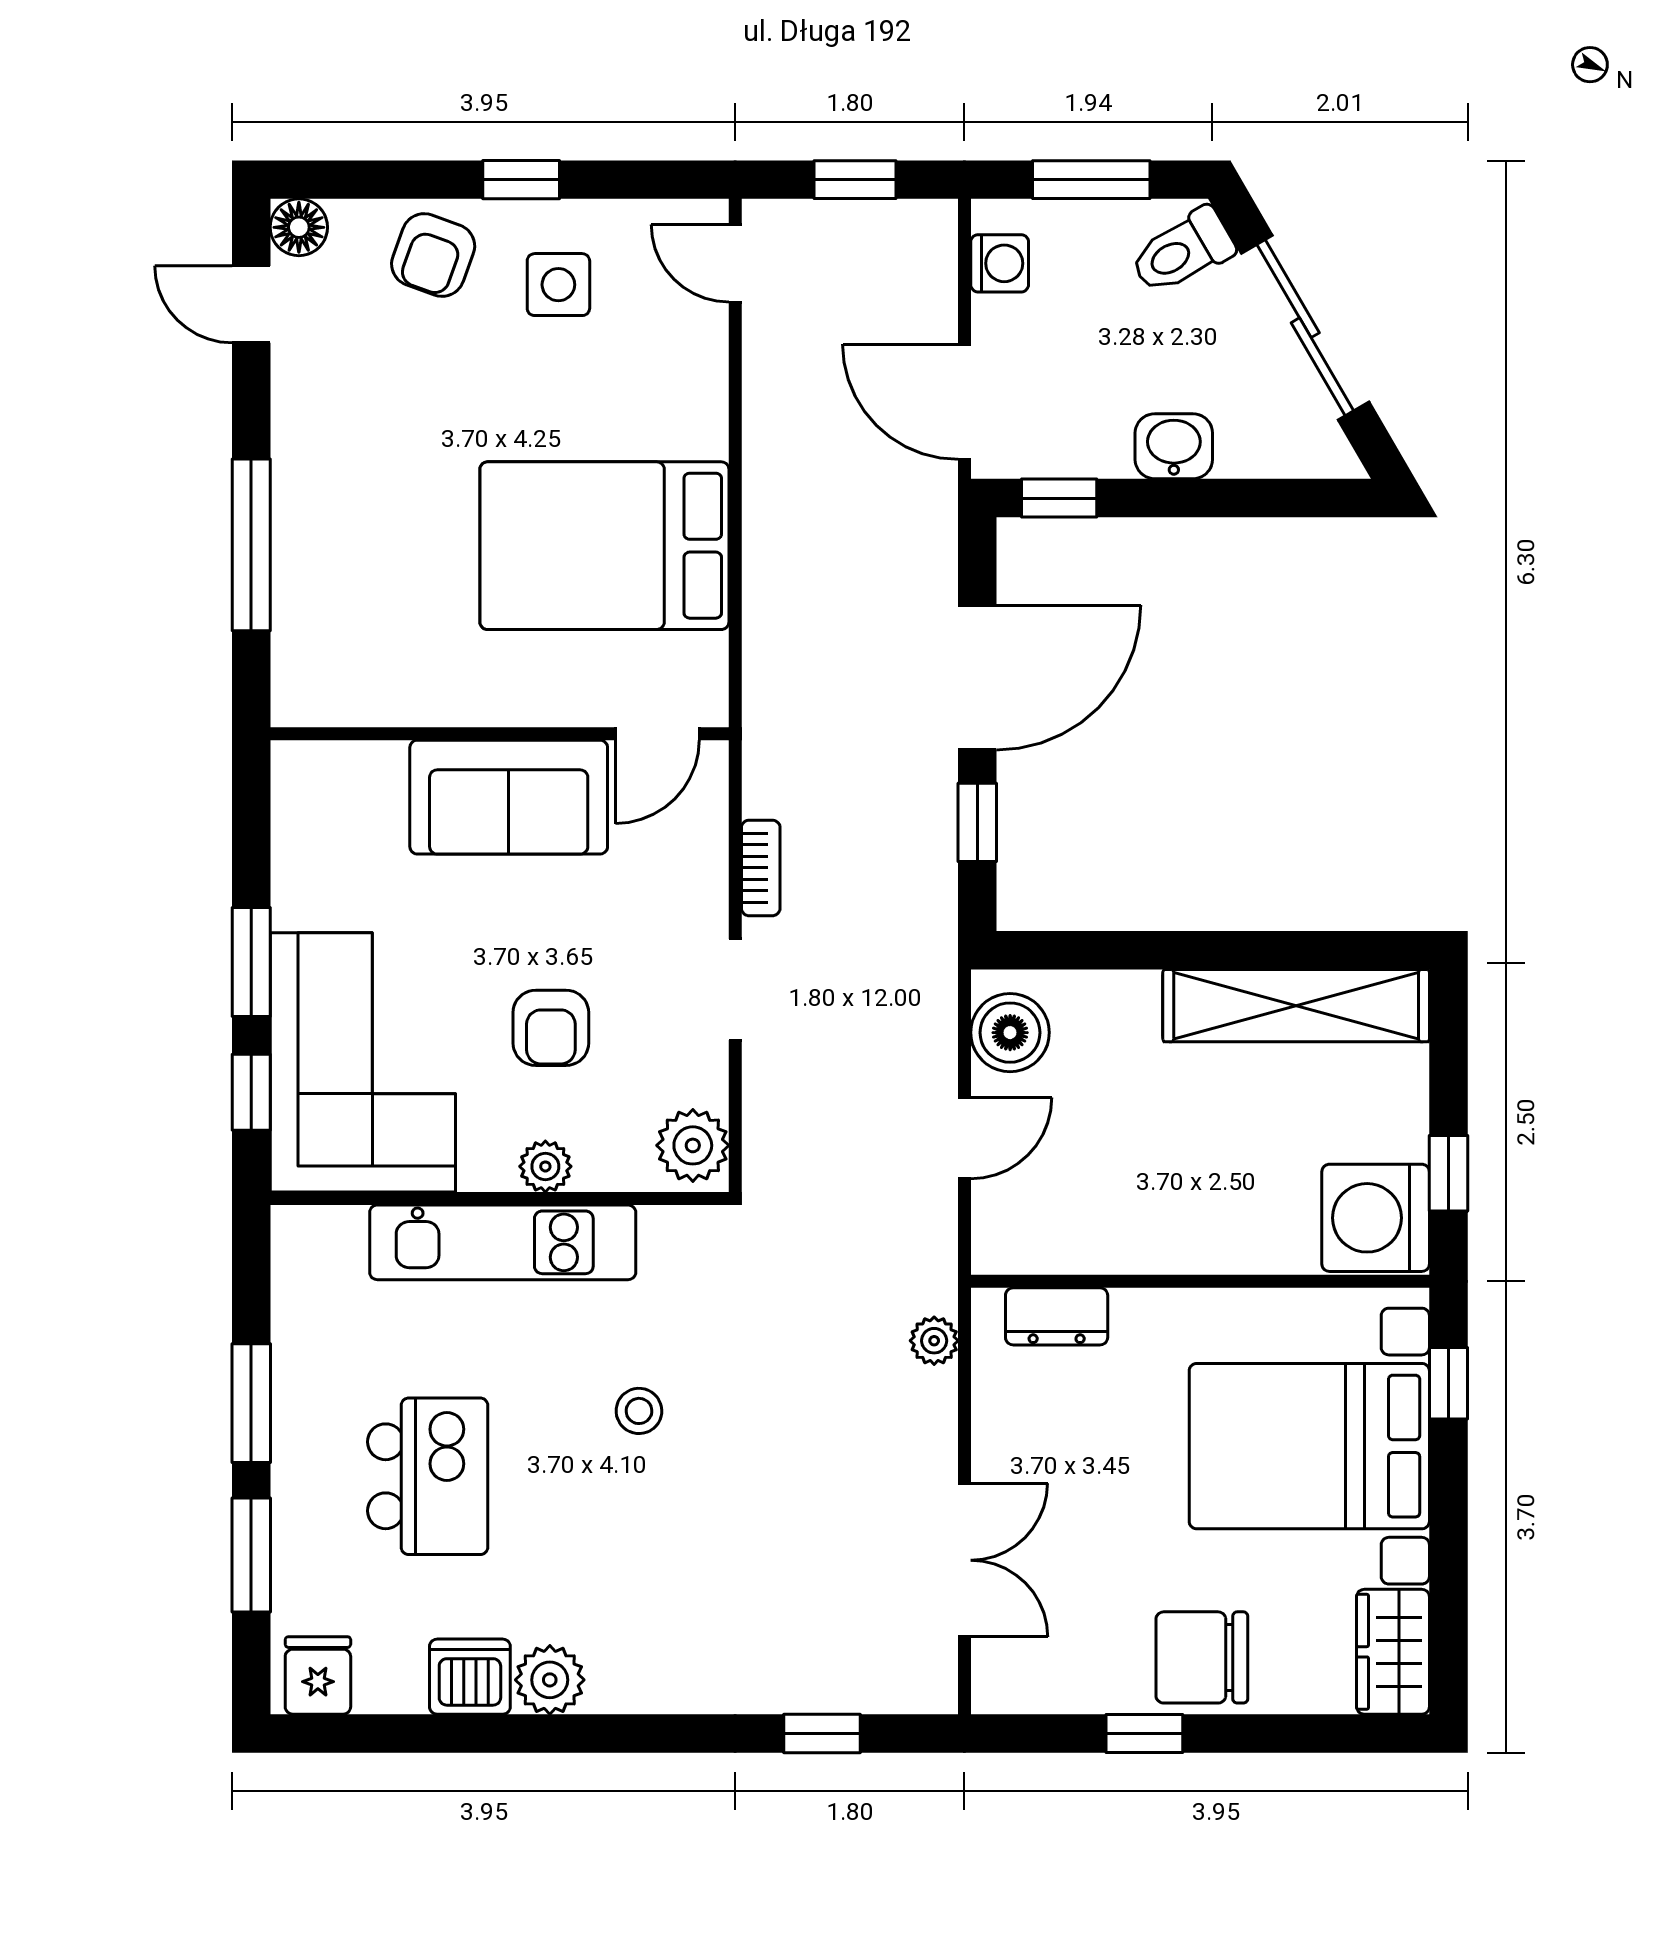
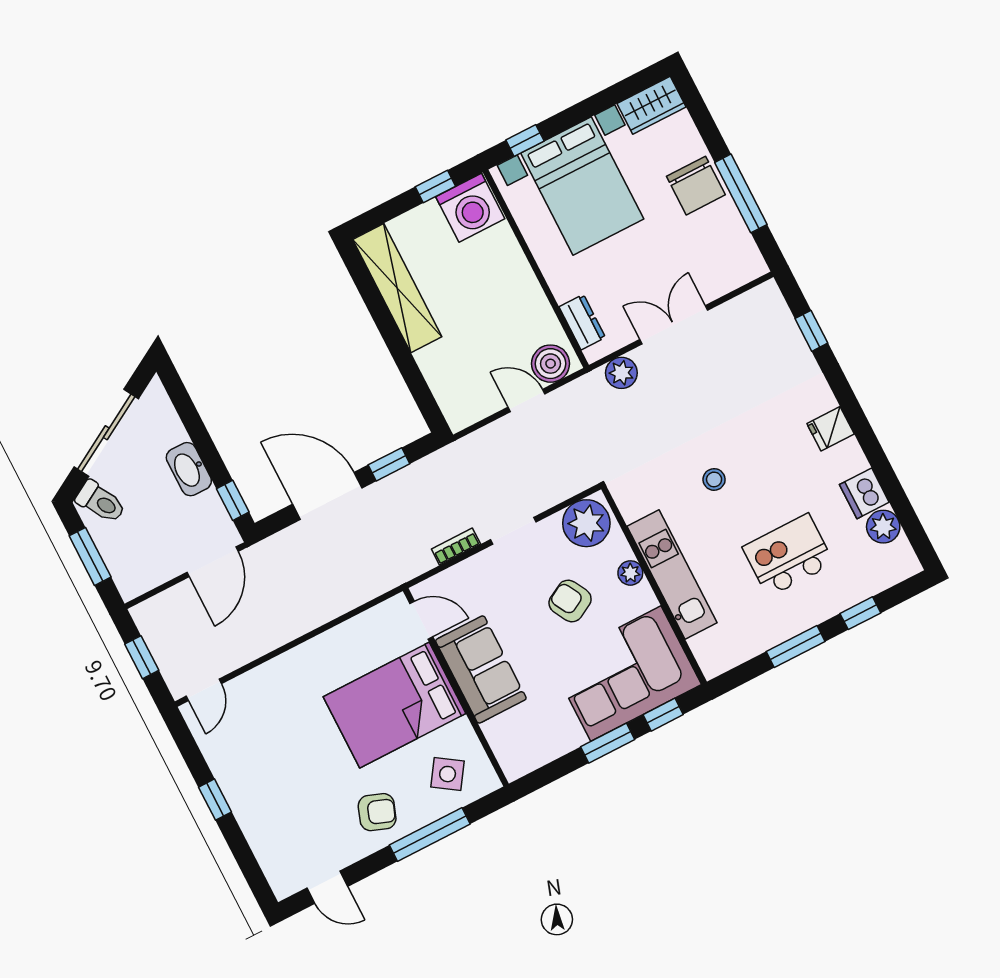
floor lamp: (299, 227) -> (284, 884), removed
armchair: (433, 255) -> (377, 812), moved
washing machine: (1000, 263) -> (146, 577), removed
side table: (558, 285) -> (448, 774), moved, turned 34
door: (251, 304) -> (327, 887), hinge flipped
washbasin: (1174, 446) -> (189, 469), width x1.38
bed: (604, 546) -> (395, 705), moved, turned 90
armchair: (551, 1028) -> (570, 601), turned -119
boiler: (1010, 1033) -> (551, 364), moved
plant: (693, 1145) -> (586, 523), width x1.36, depth x1.36
plant: (934, 1341) -> (621, 373), width x1.38, depth x1.38
window: (251, 1555) -> (860, 613), width x0.67
double door: (964, 1560) -> (674, 325), moved
fridge: (318, 1675) -> (831, 429), moved
plant: (550, 1680) -> (883, 527), moved
window: (1144, 1733) -> (741, 193), width x2.17

